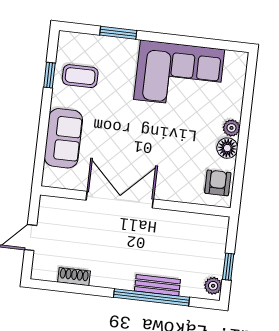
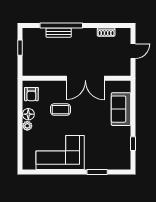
coffee table: (80, 76) -> (61, 110), moved
plant: (213, 286) -> (27, 36), removed

